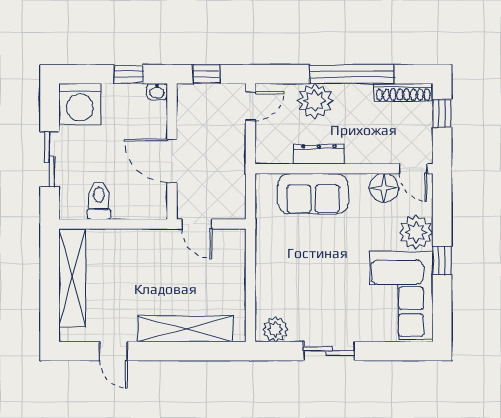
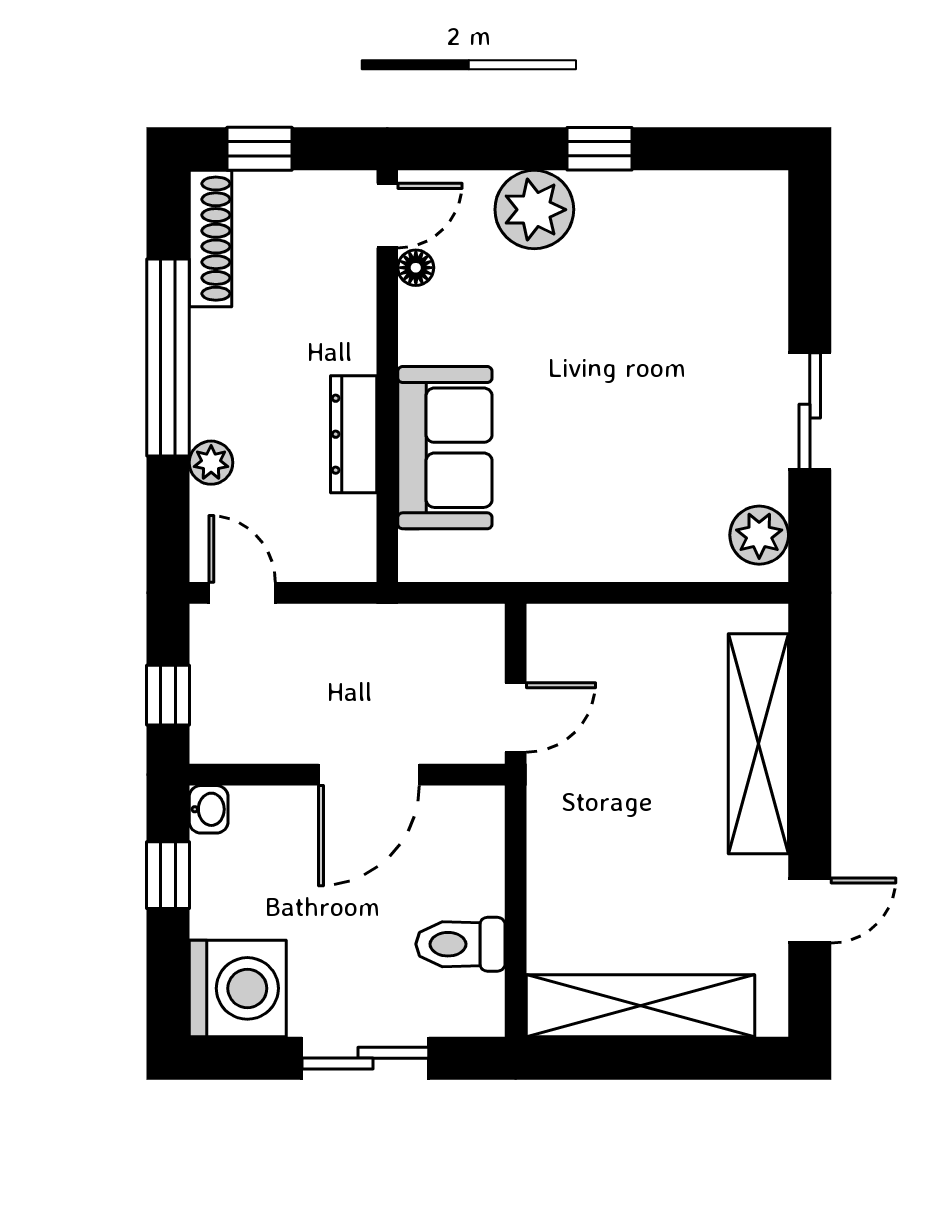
plant: (315, 101) -> (211, 463), width x0.53, depth x0.53
floor lamp: (384, 188) -> (416, 268), width x0.53, depth x0.53
corner sofa: (401, 295) -> (680, 243), removed

